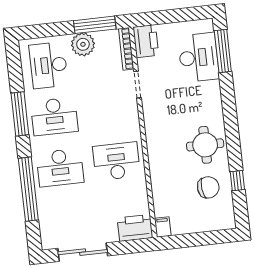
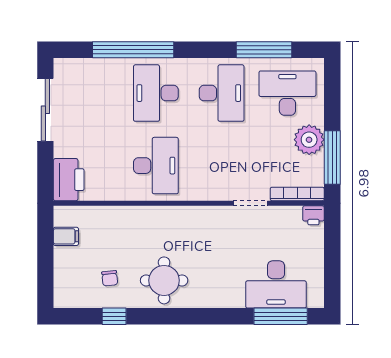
printer: (146, 41) -> (313, 215), width x0.53, depth x0.68
window: (20, 114) -> (264, 50), moved
desk: (54, 116) -> (222, 93), turned 180
chair: (208, 187) -> (110, 278), width x0.54, depth x0.54
filing cabinet: (163, 227) -> (66, 236), moved

